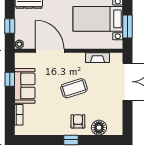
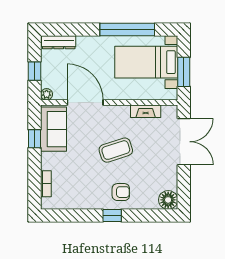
sofa: (25, 86) -> (54, 129), moved
armchair: (78, 121) -> (121, 192), turned 90
floor lamp: (99, 128) -> (168, 200), moved

